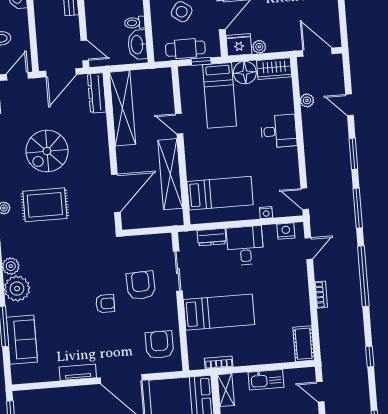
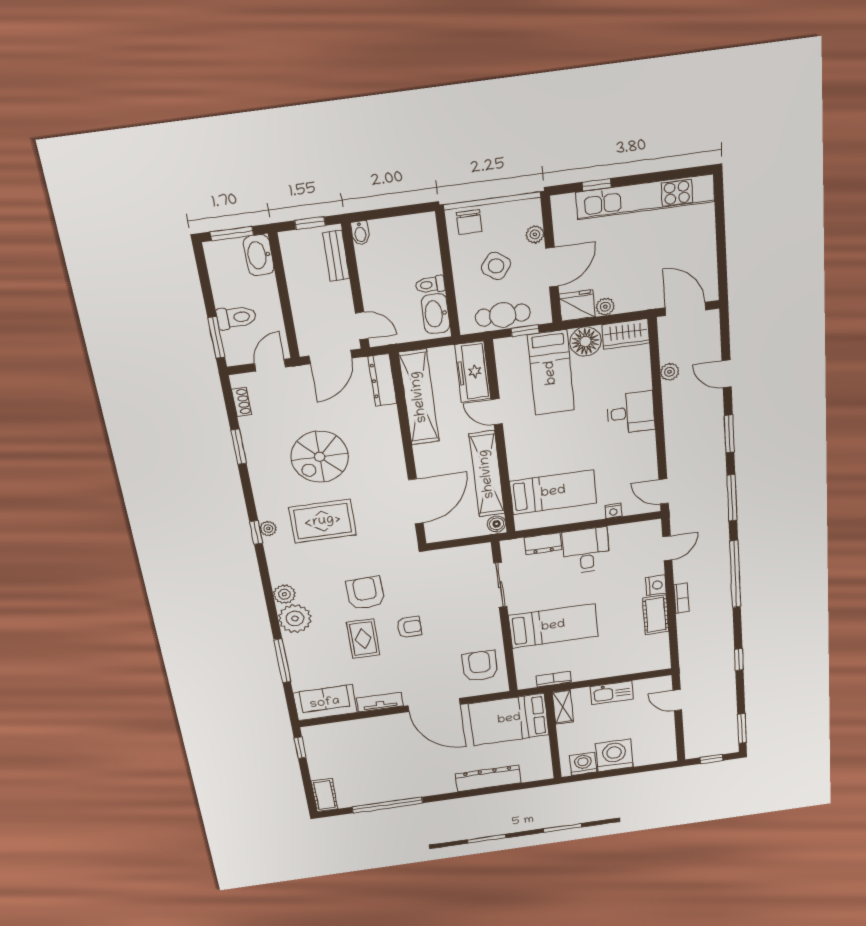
freezer: (162, 91) -> (473, 372), added
boiler: (176, 217) -> (497, 524), added
nightstand: (286, 231) -> (656, 585), moved, turned 90
armchair: (141, 285) -> (365, 593), moved
rug: (68, 311) -> (363, 639), added
sofa: (22, 340) -> (325, 703), moved, turned -90
cot: (304, 344) -> (656, 615), moved

